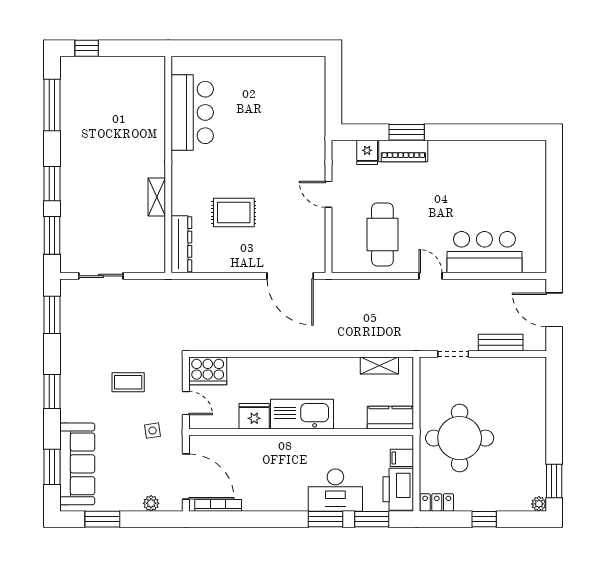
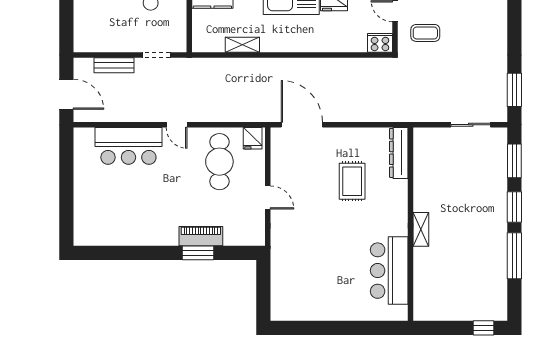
window: (52, 105) -> (514, 256), moved
fridge: (367, 152) -> (253, 138), moved, turned 180
shelving: (157, 197) -> (421, 229), moved
rug: (234, 212) -> (352, 181), turned 90
shelving: (379, 365) -> (242, 45), moved
cooker: (208, 371) -> (380, 43), width x0.73, depth x0.76
coffee table: (128, 382) -> (425, 33), moved
window: (52, 391) -> (514, 22), removed

